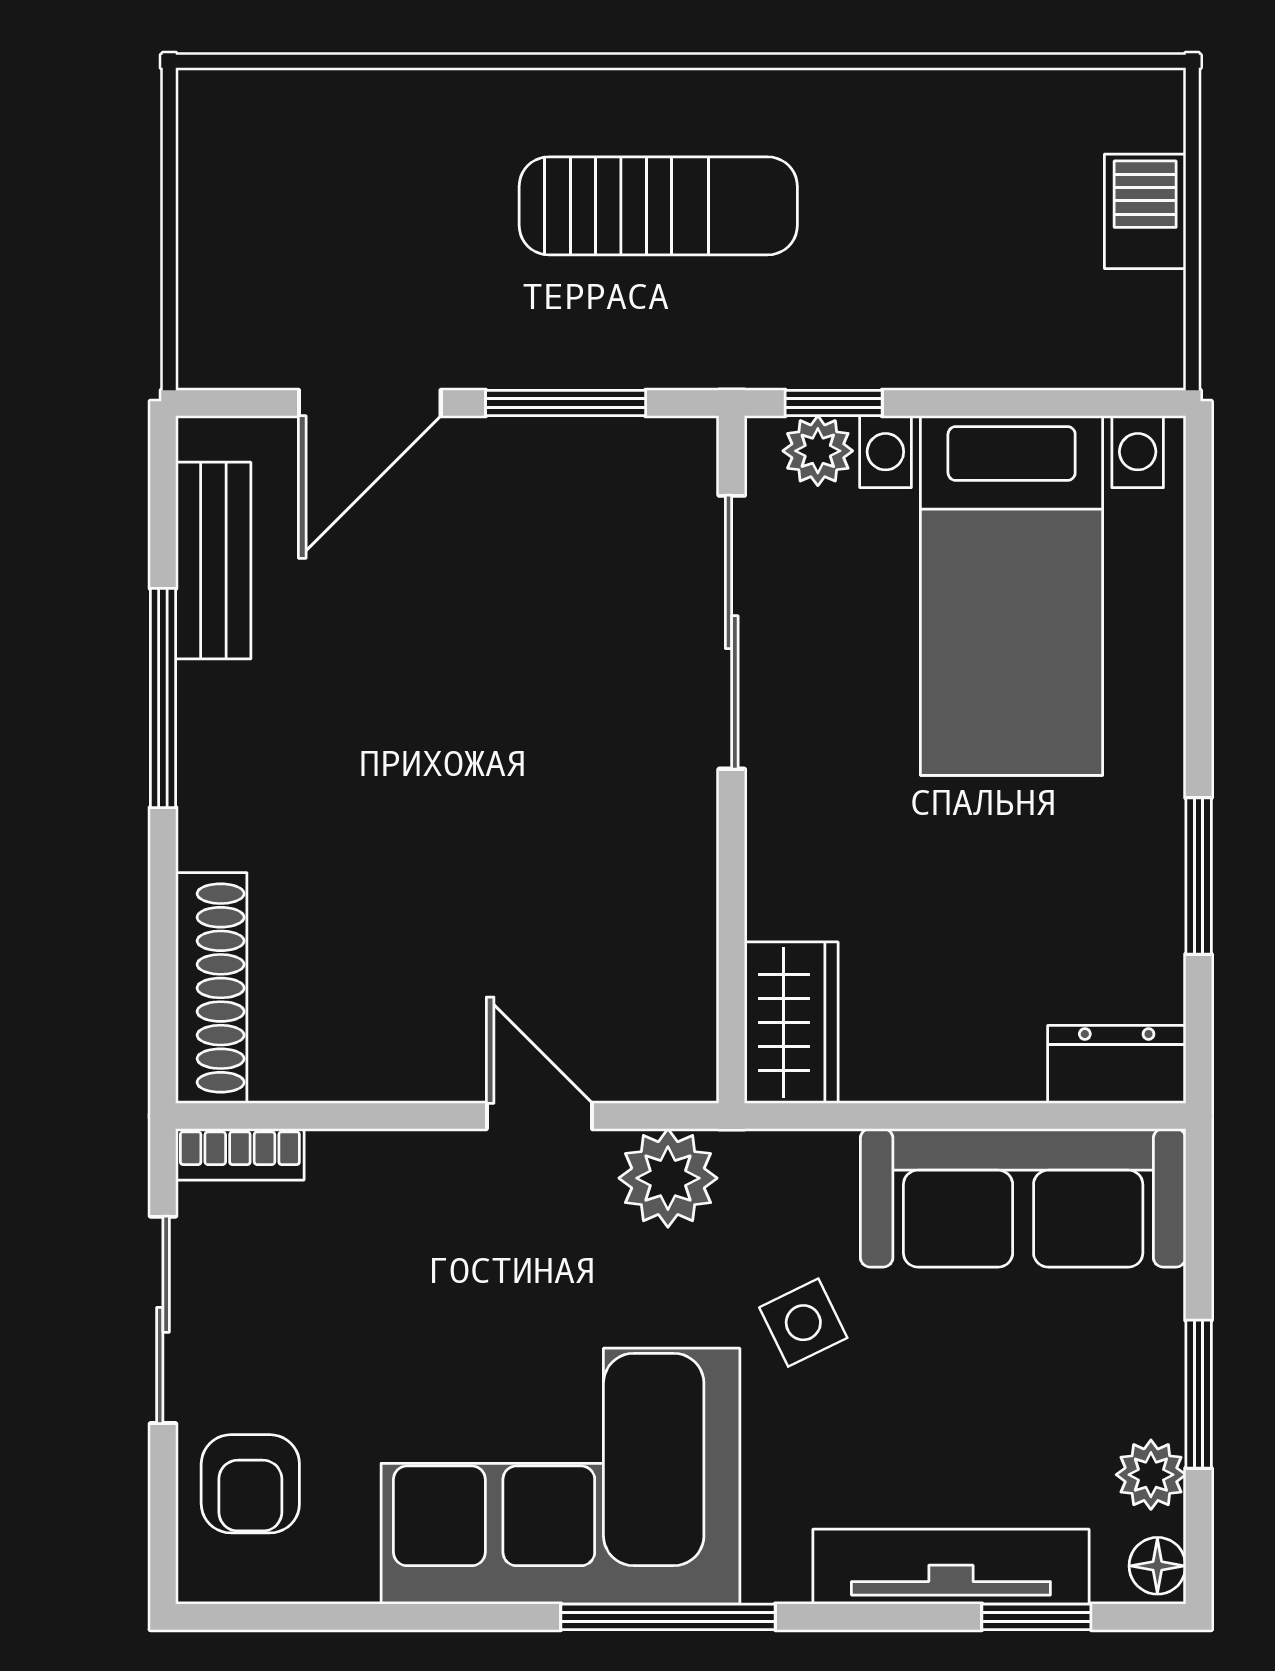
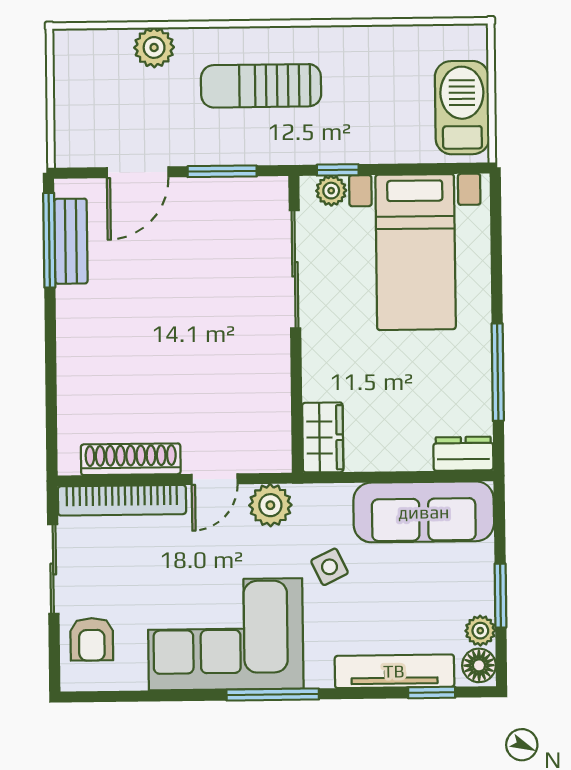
plant: (411, 114) -> (154, 47), added
sun lounger: (658, 206) -> (261, 86), turned 180
barbecue: (1145, 211) -> (462, 108), width x1.88, depth x1.53
window: (163, 698) -> (49, 240), moved
window: (1199, 876) -> (498, 372), width x1.44
shoe rack: (211, 988) -> (131, 459), moved, turned -90
door: (539, 1116) -> (215, 479), swing flipped
bookcase: (240, 1154) -> (122, 500), width x2.31, depth x1.31
floor lamp: (1157, 1566) -> (479, 665), width x1.37, depth x1.37

